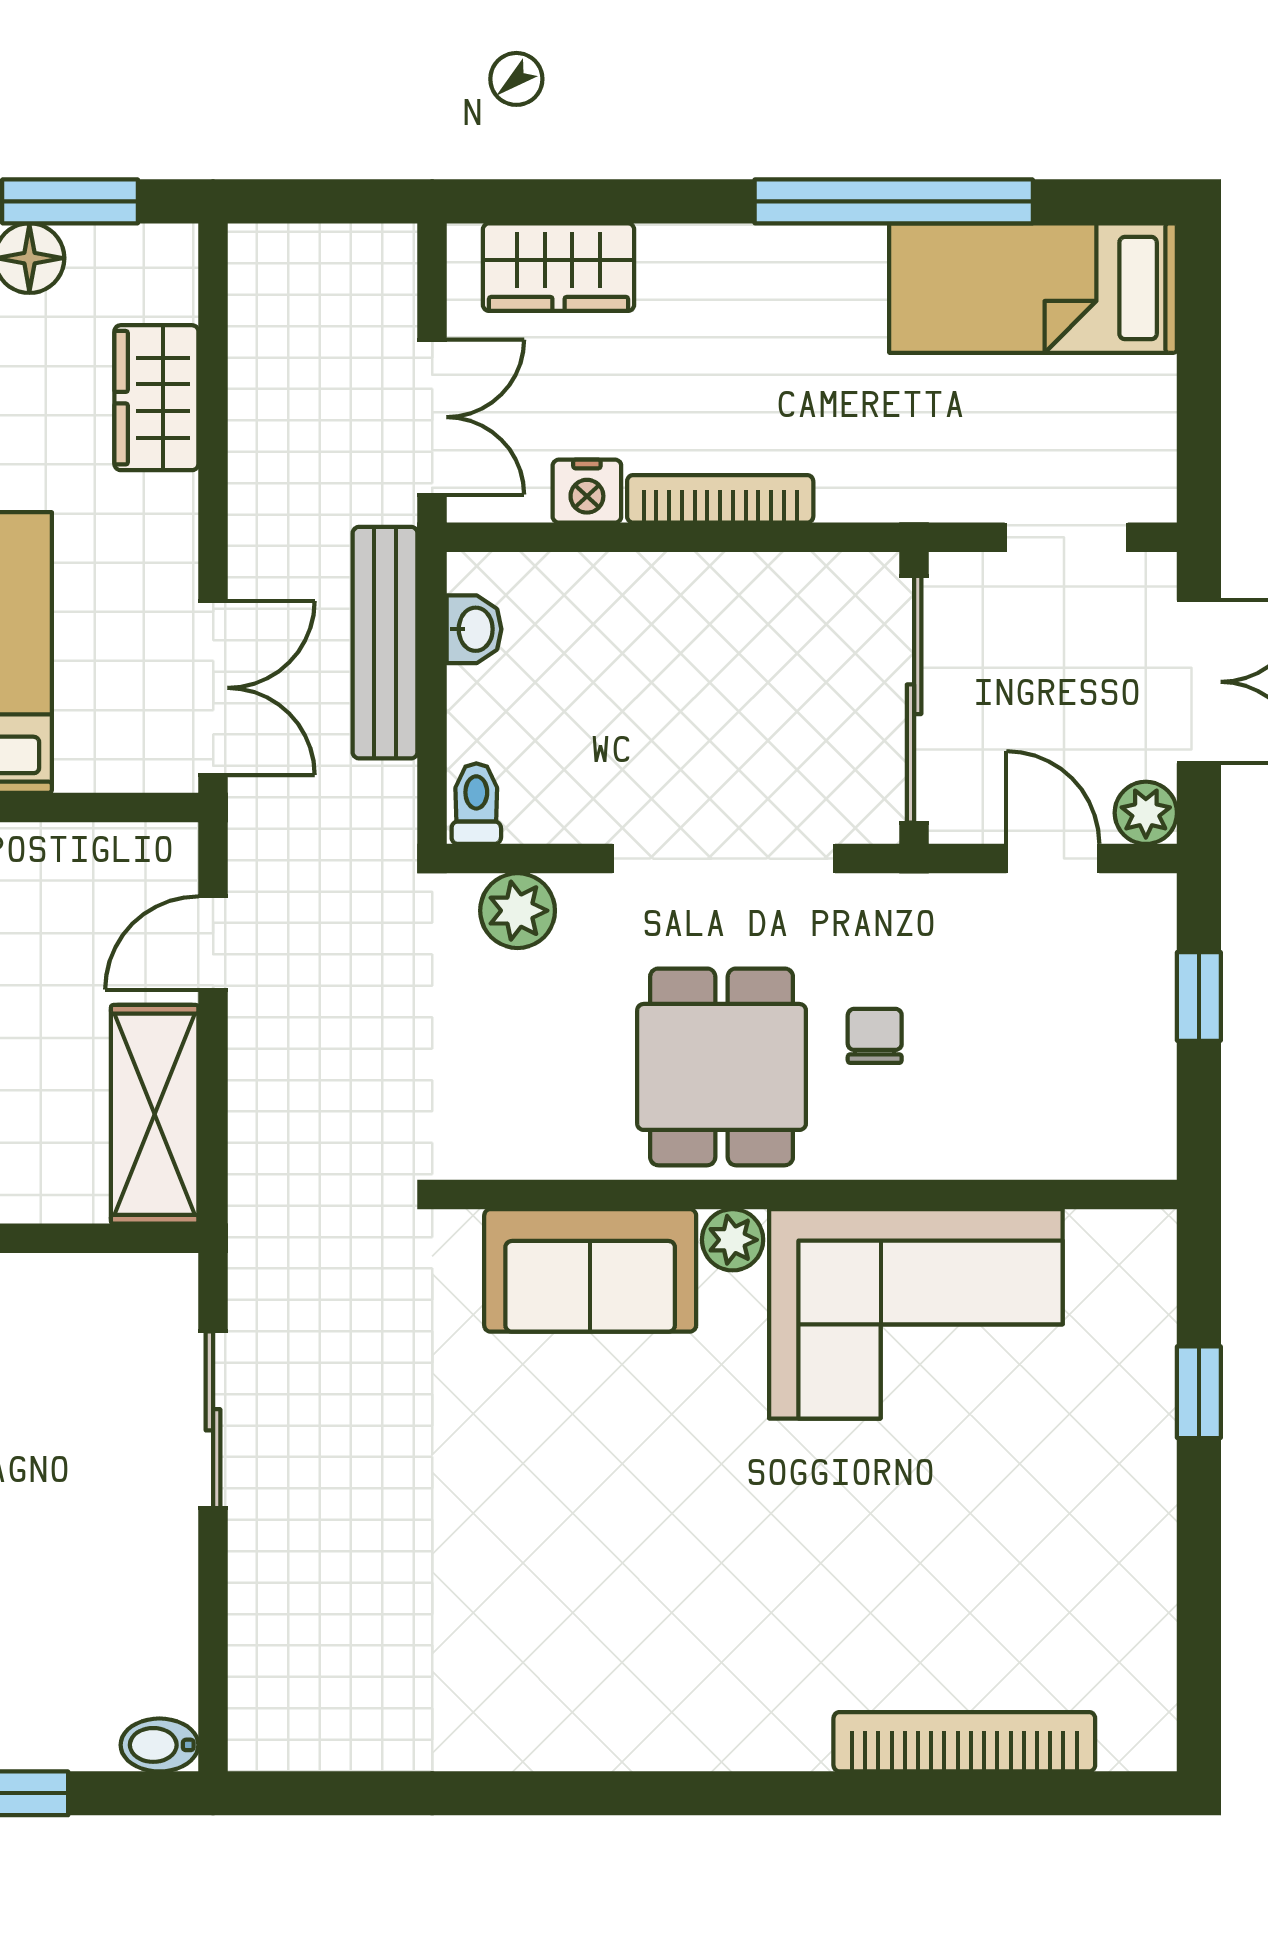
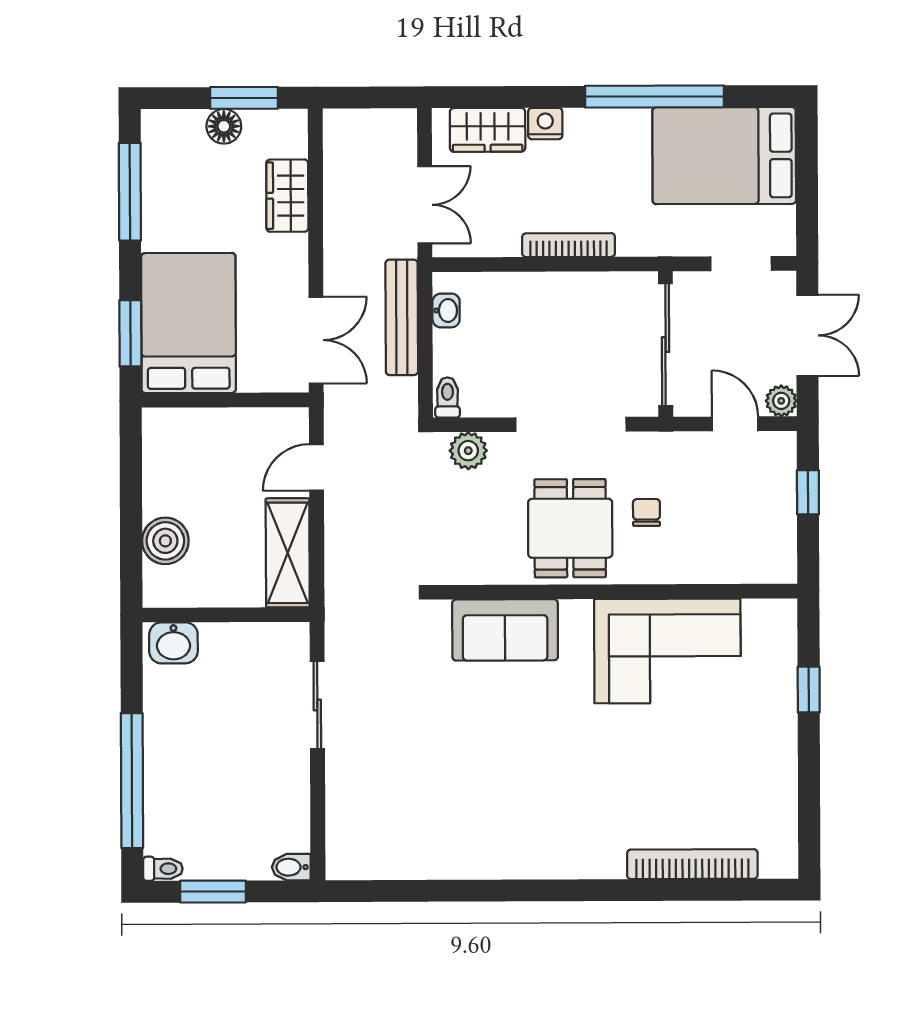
bed: (1033, 288) -> (724, 156), width x1.50
nightstand: (587, 491) -> (545, 124), moved, turned 180
plant: (733, 1240) -> (576, 614), removed

